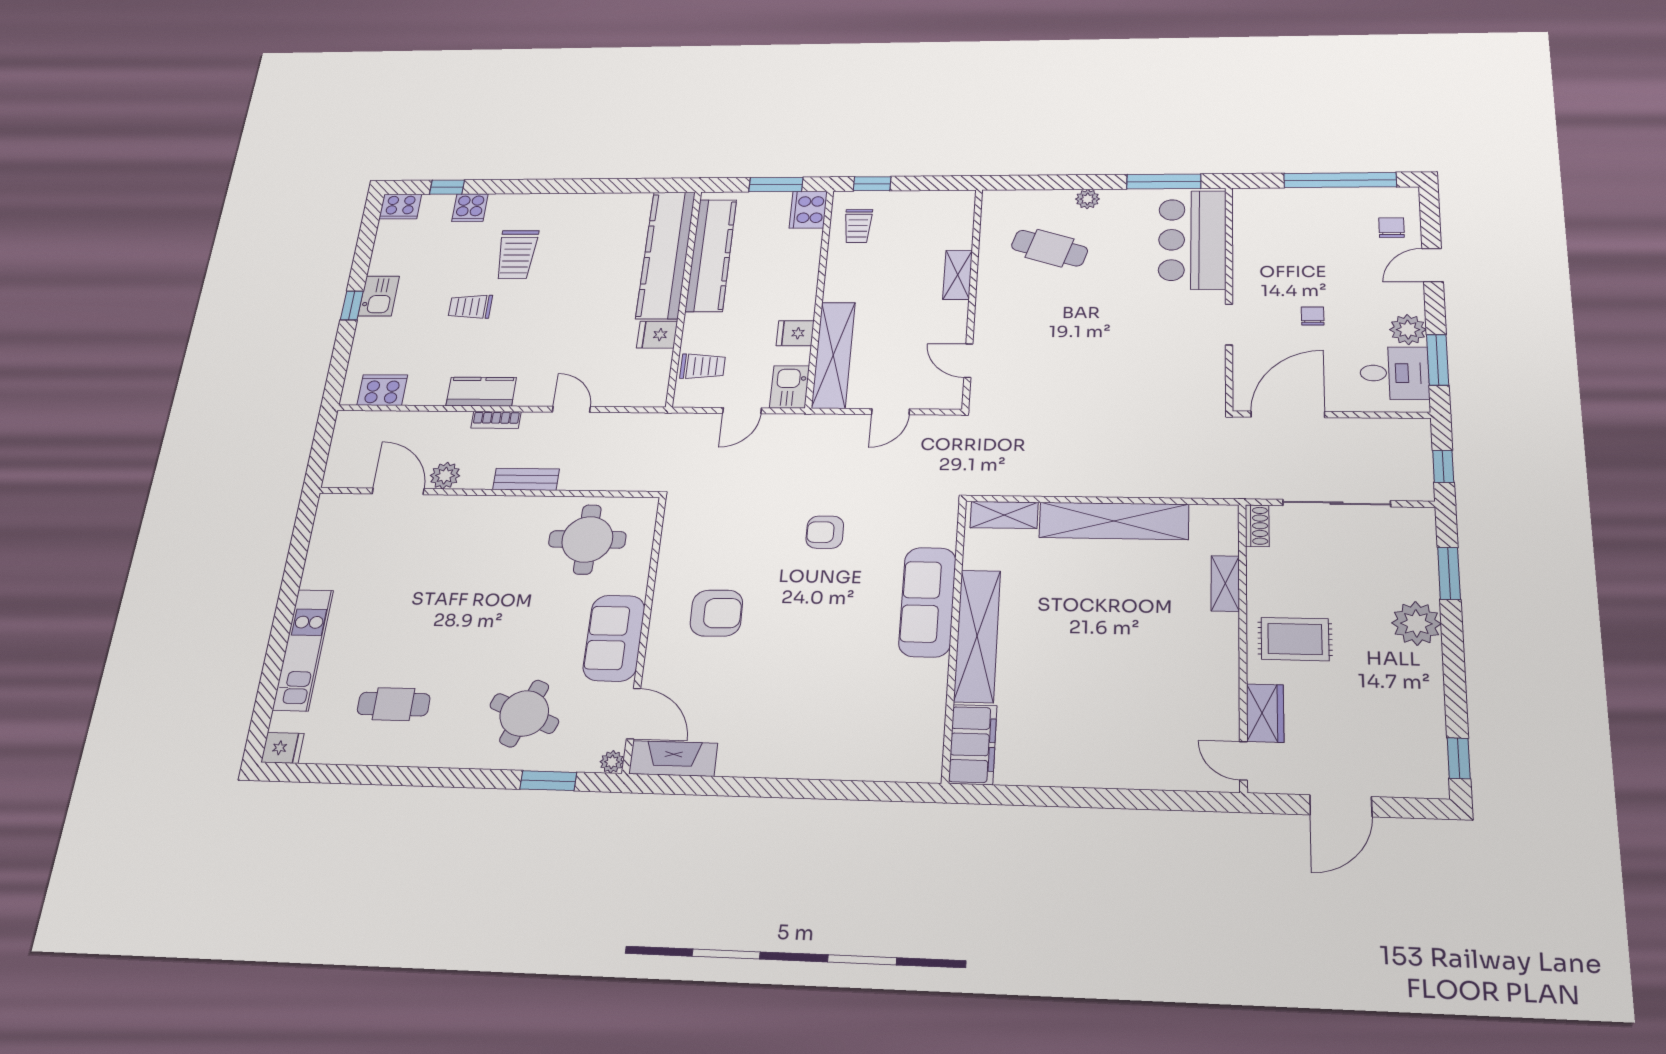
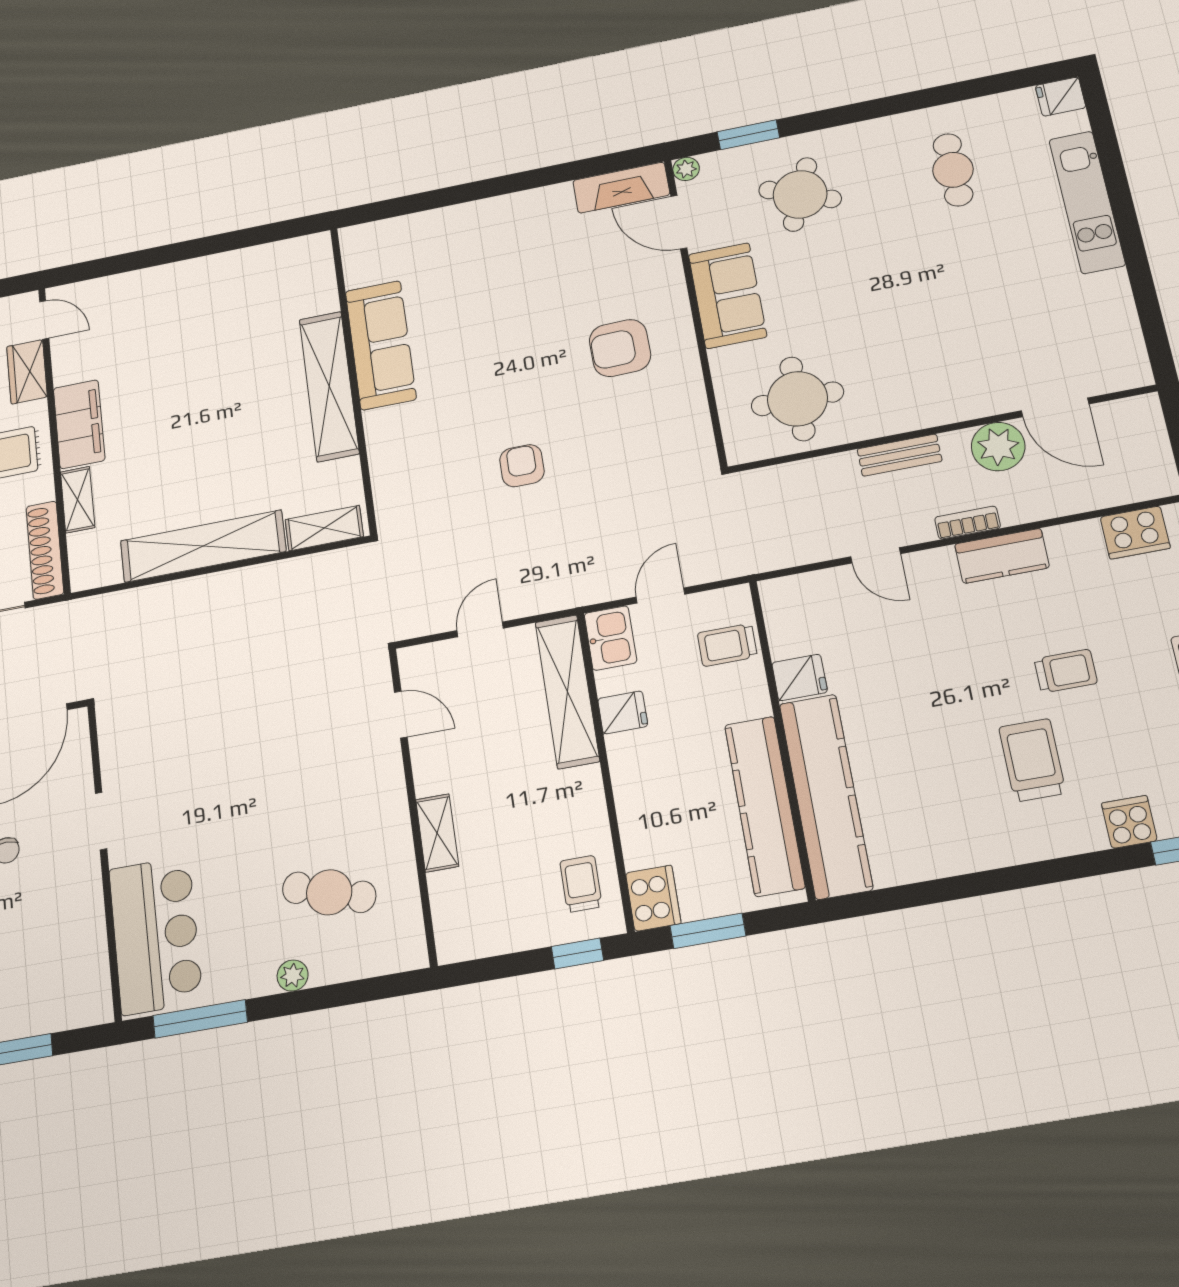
plant: (445, 476) -> (998, 447), width x1.36, depth x1.36
shoe rack: (1257, 526) -> (45, 550), width x1.94, depth x1.24
armchair: (825, 532) -> (522, 466), turned -90
sofa: (927, 602) -> (381, 345), moved
cafe table: (394, 704) -> (953, 170), turned 90
filing cabinet: (973, 744) -> (79, 424), moved, turned 180

